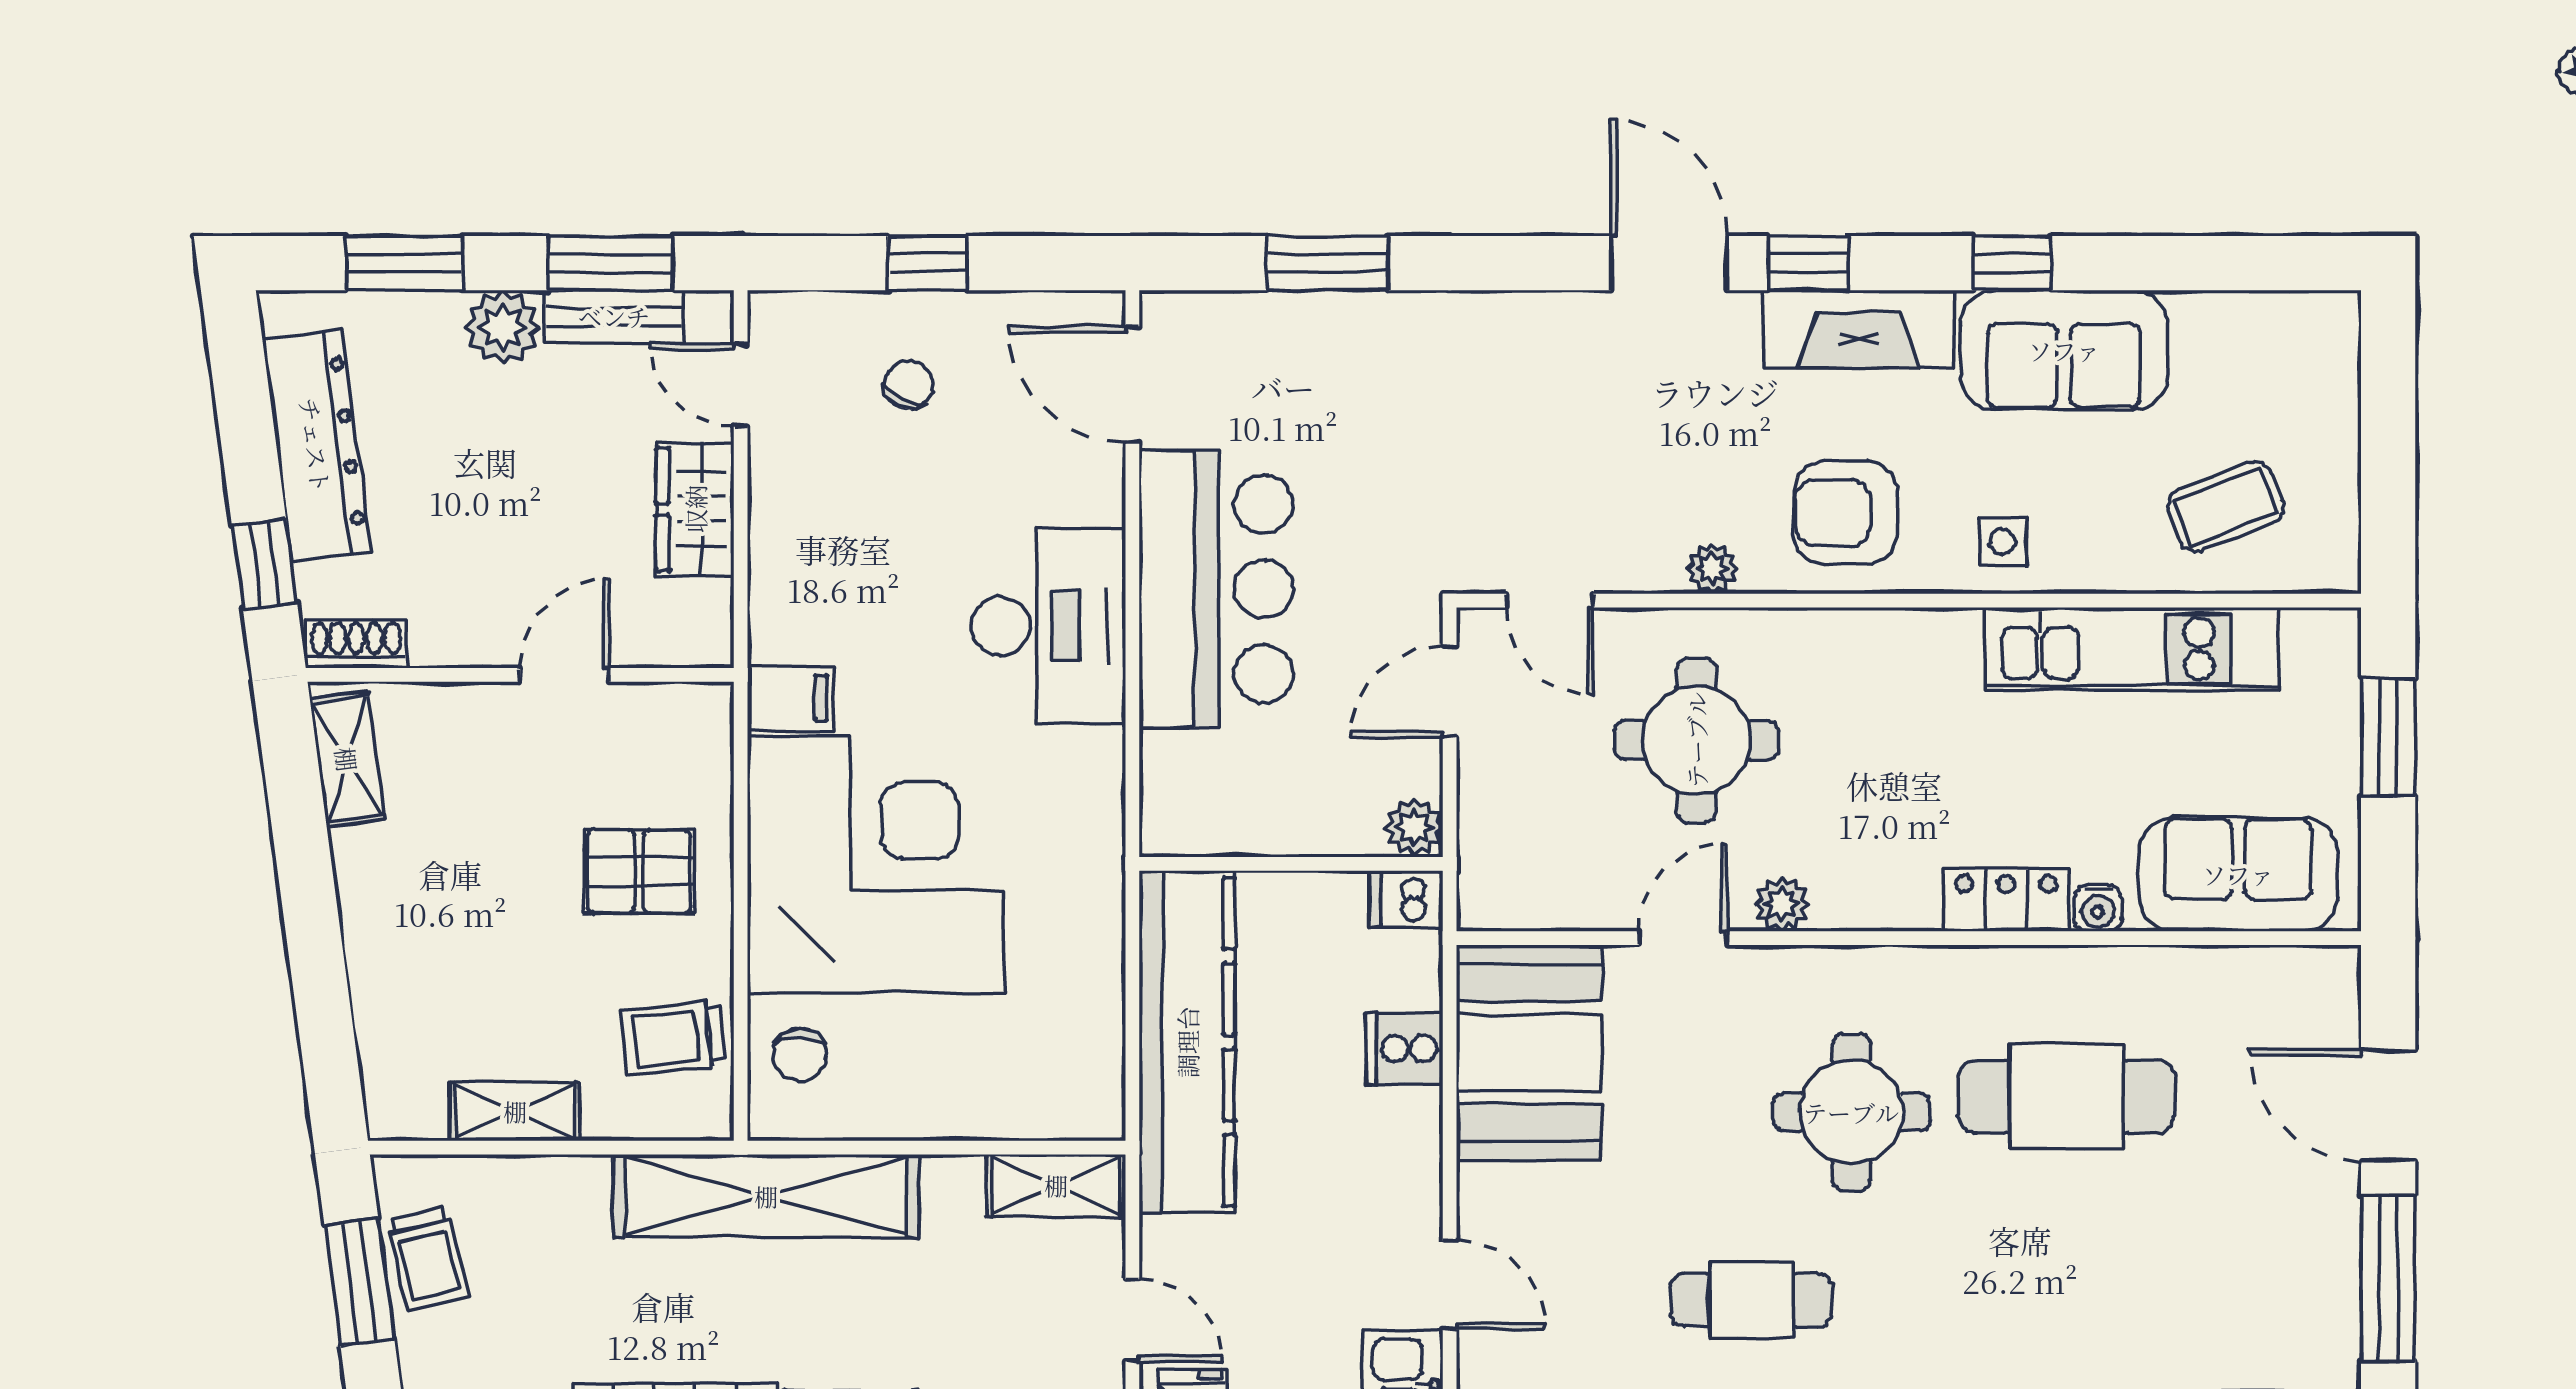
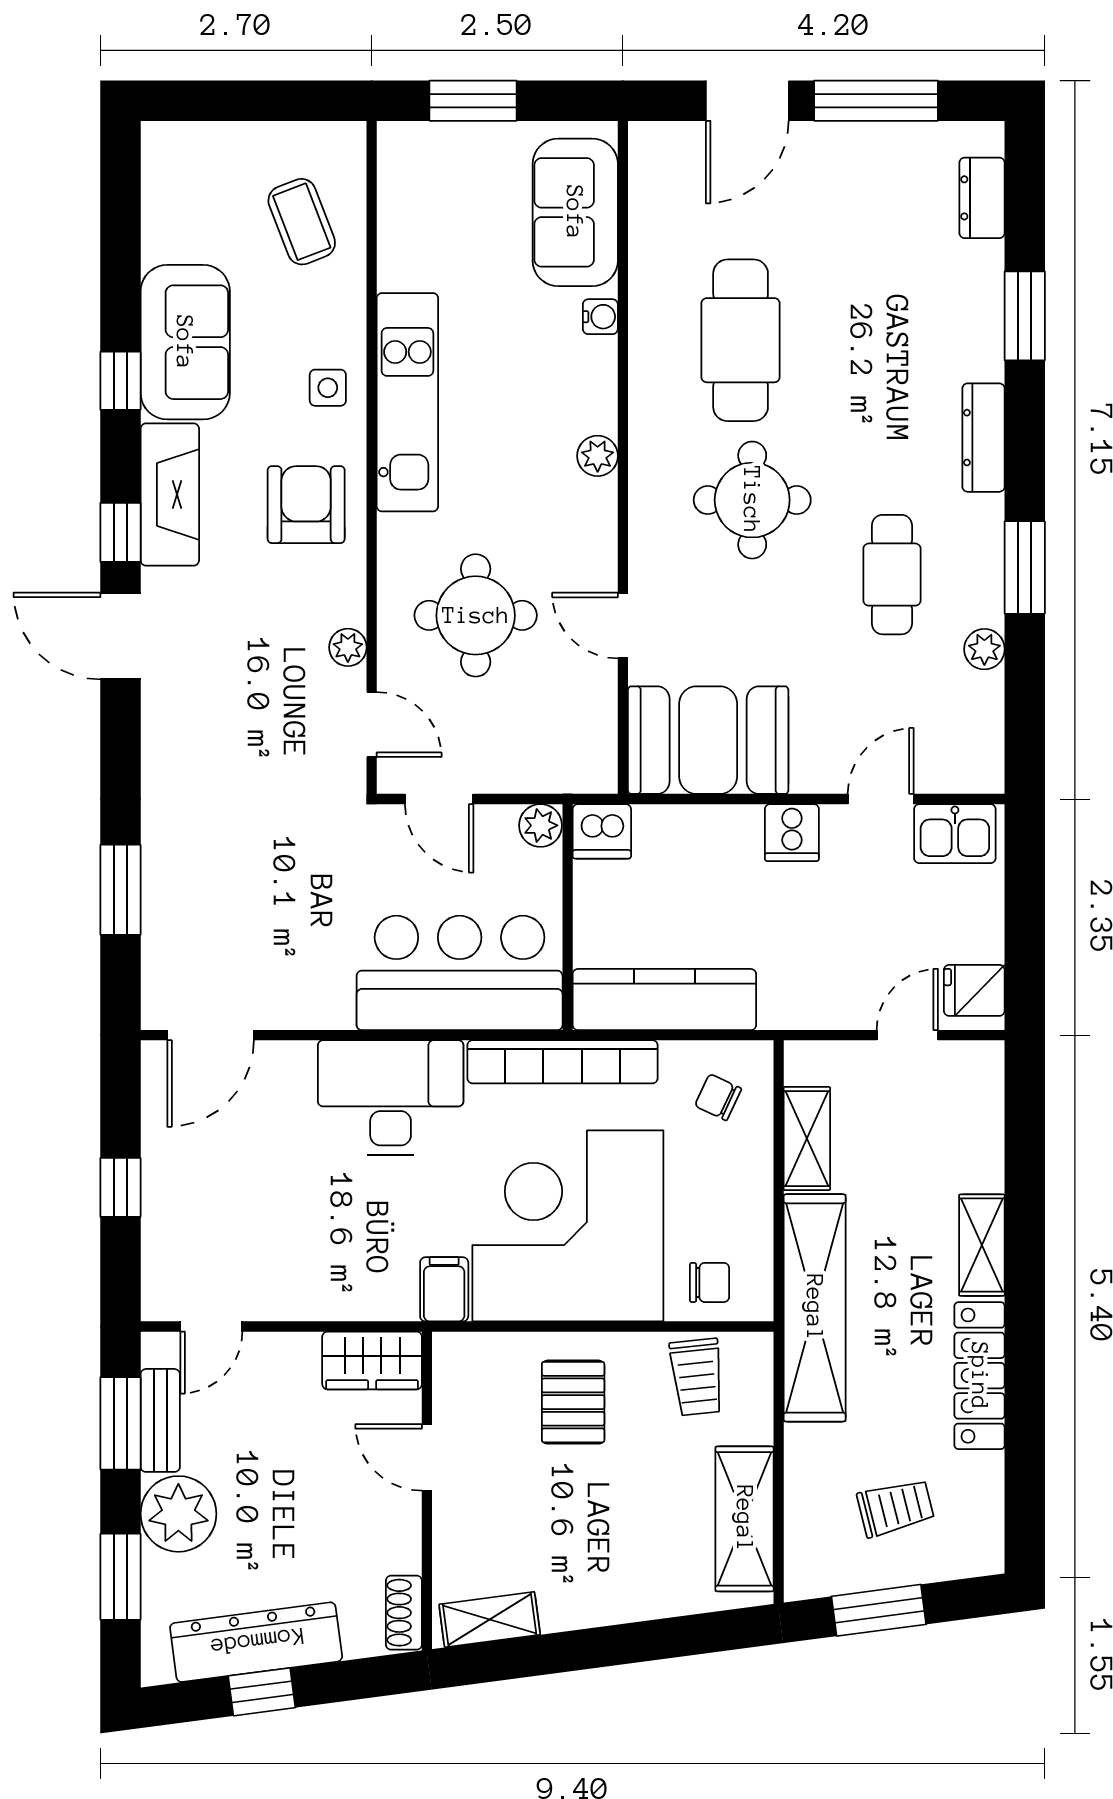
door: (1669, 263) -> (120, 636), hinge flipped
plant: (502, 327) -> (178, 1514), width x1.36, depth x1.36
chair: (909, 385) -> (718, 1097), moved
wardrobe: (695, 509) -> (372, 1360), moved
armchair: (1845, 513) -> (306, 505), turned 180
window: (265, 564) -> (262, 1692), moved
plant: (1712, 569) -> (348, 647), moved
bar counter: (1216, 589) -> (460, 973), moved
door: (1550, 601) -> (372, 724), hinge flipped
kitchen unit: (2131, 649) -> (407, 402), moved
bookcase: (1097, 857) -> (563, 1062), added
dishwasher: (1406, 899) -> (602, 831), width x1.38
locker: (2006, 900) -> (594, 385), removed
plant: (1782, 904) -> (598, 456), moved
kitchen counter: (1187, 1042) -> (664, 1000), width x0.72, depth x0.86
cooker: (1405, 1049) -> (792, 833), moved
shelving: (515, 1111) -> (745, 1519), width x1.50, depth x1.33
shelving: (1056, 1185) -> (807, 1139), moved
trolley: (428, 1259) -> (896, 1508), moved

